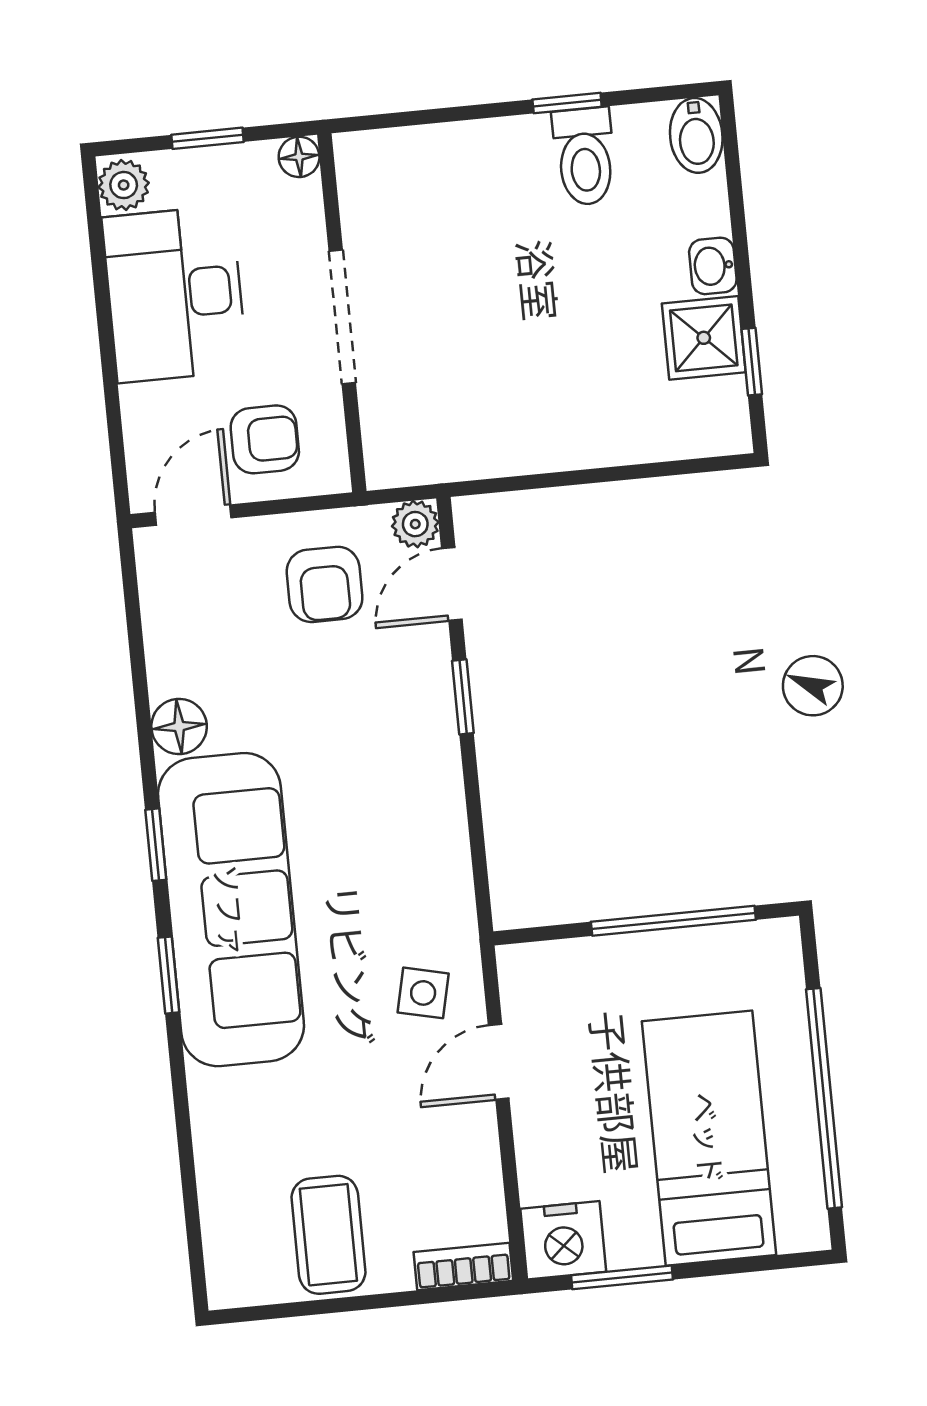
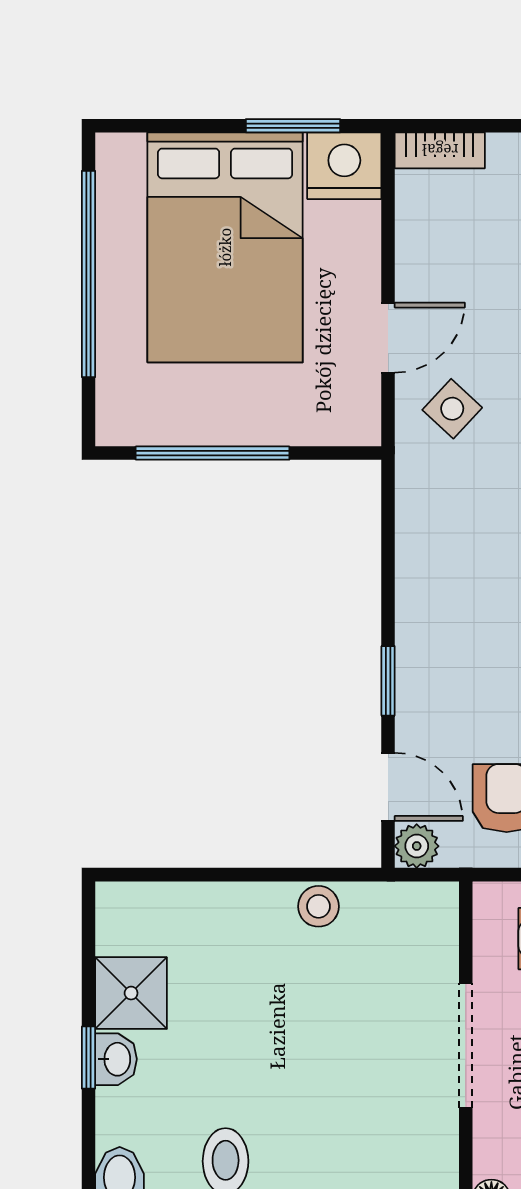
window: (752, 362) -> (89, 1058), moved
stool: (513, 450) -> (318, 906), added
door: (452, 584) -> (388, 787), hinge flipped
side table: (423, 993) -> (452, 409), turned 30
bed: (709, 1138) -> (225, 247), width x1.50

